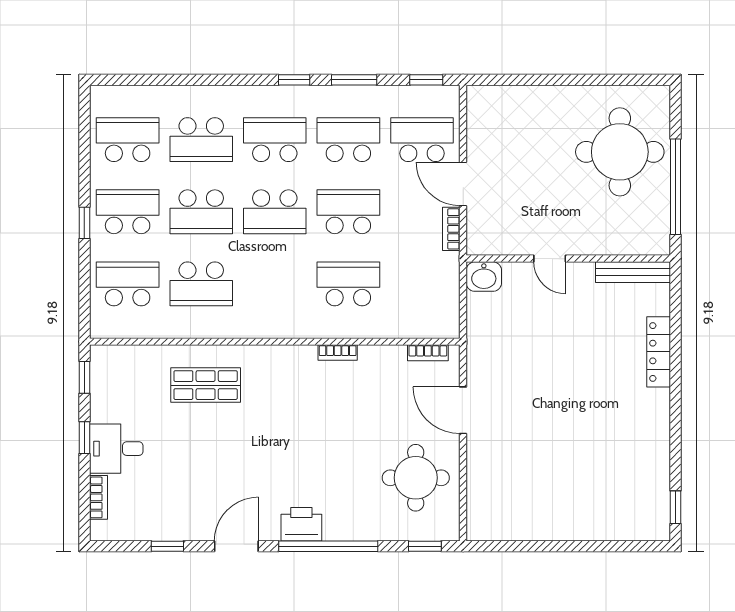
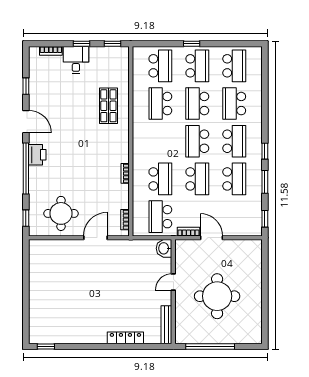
school desk: (422, 140) -> (160, 217), moved, turned 180
round table: (620, 152) -> (217, 296), moved
door: (463, 184) -> (212, 238), hinge flipped

